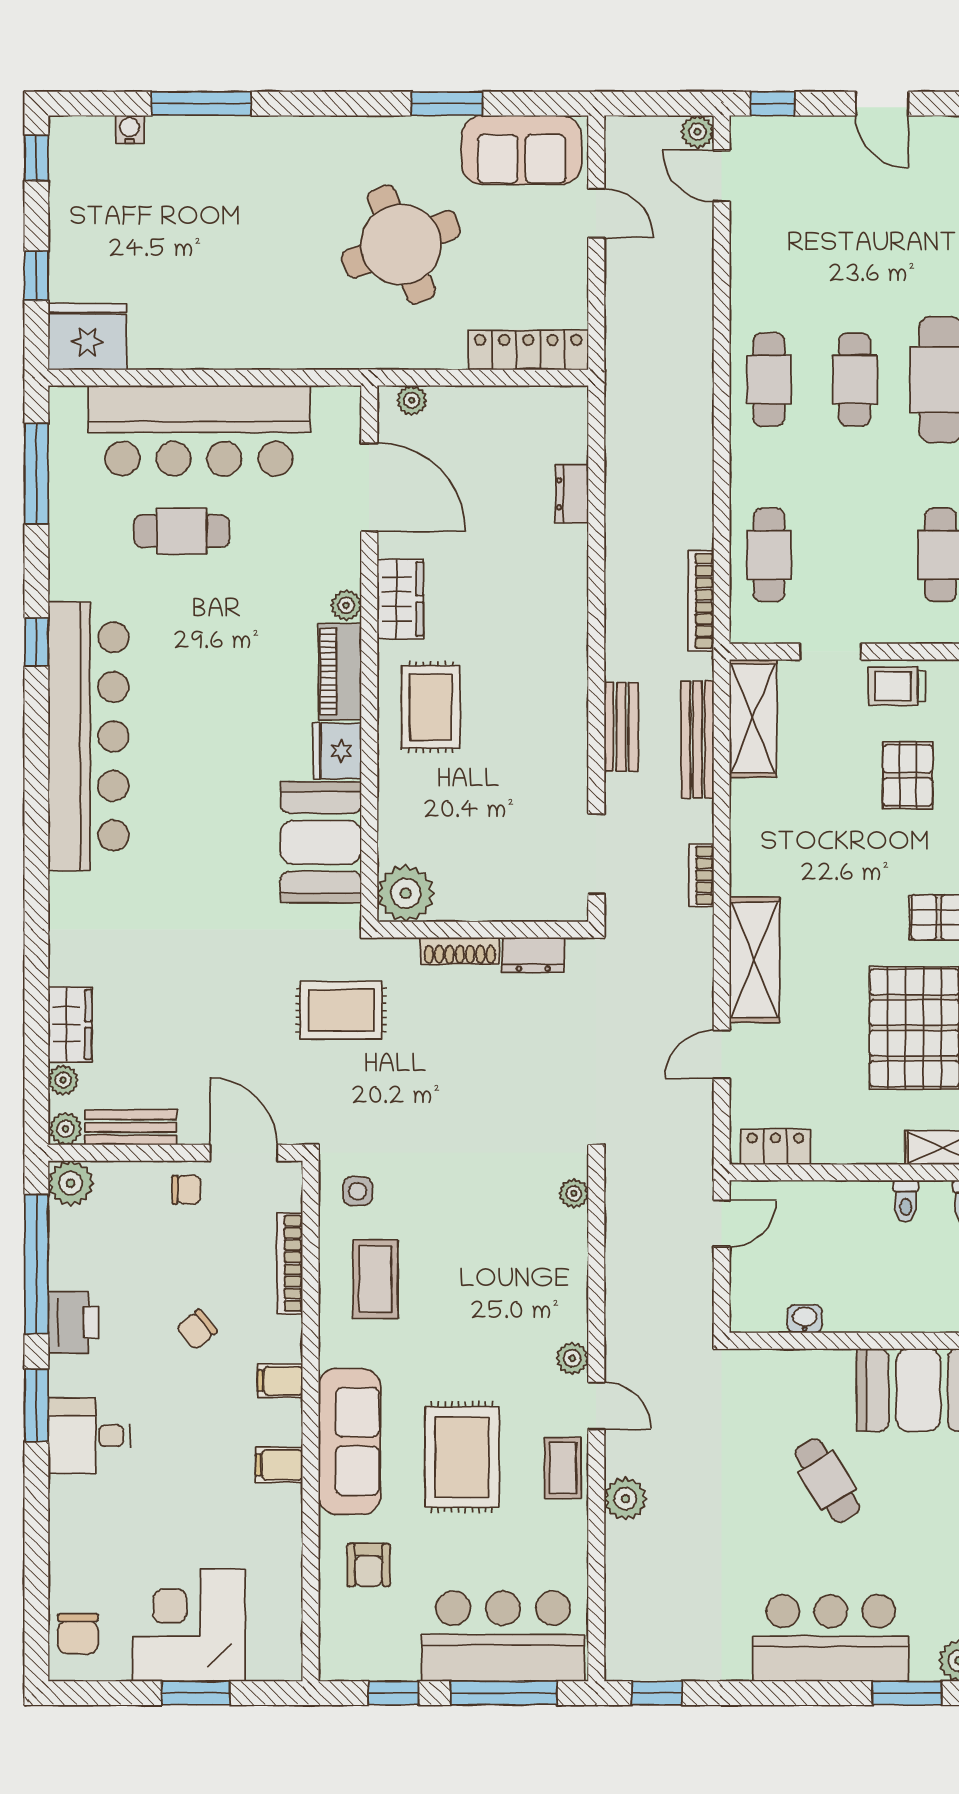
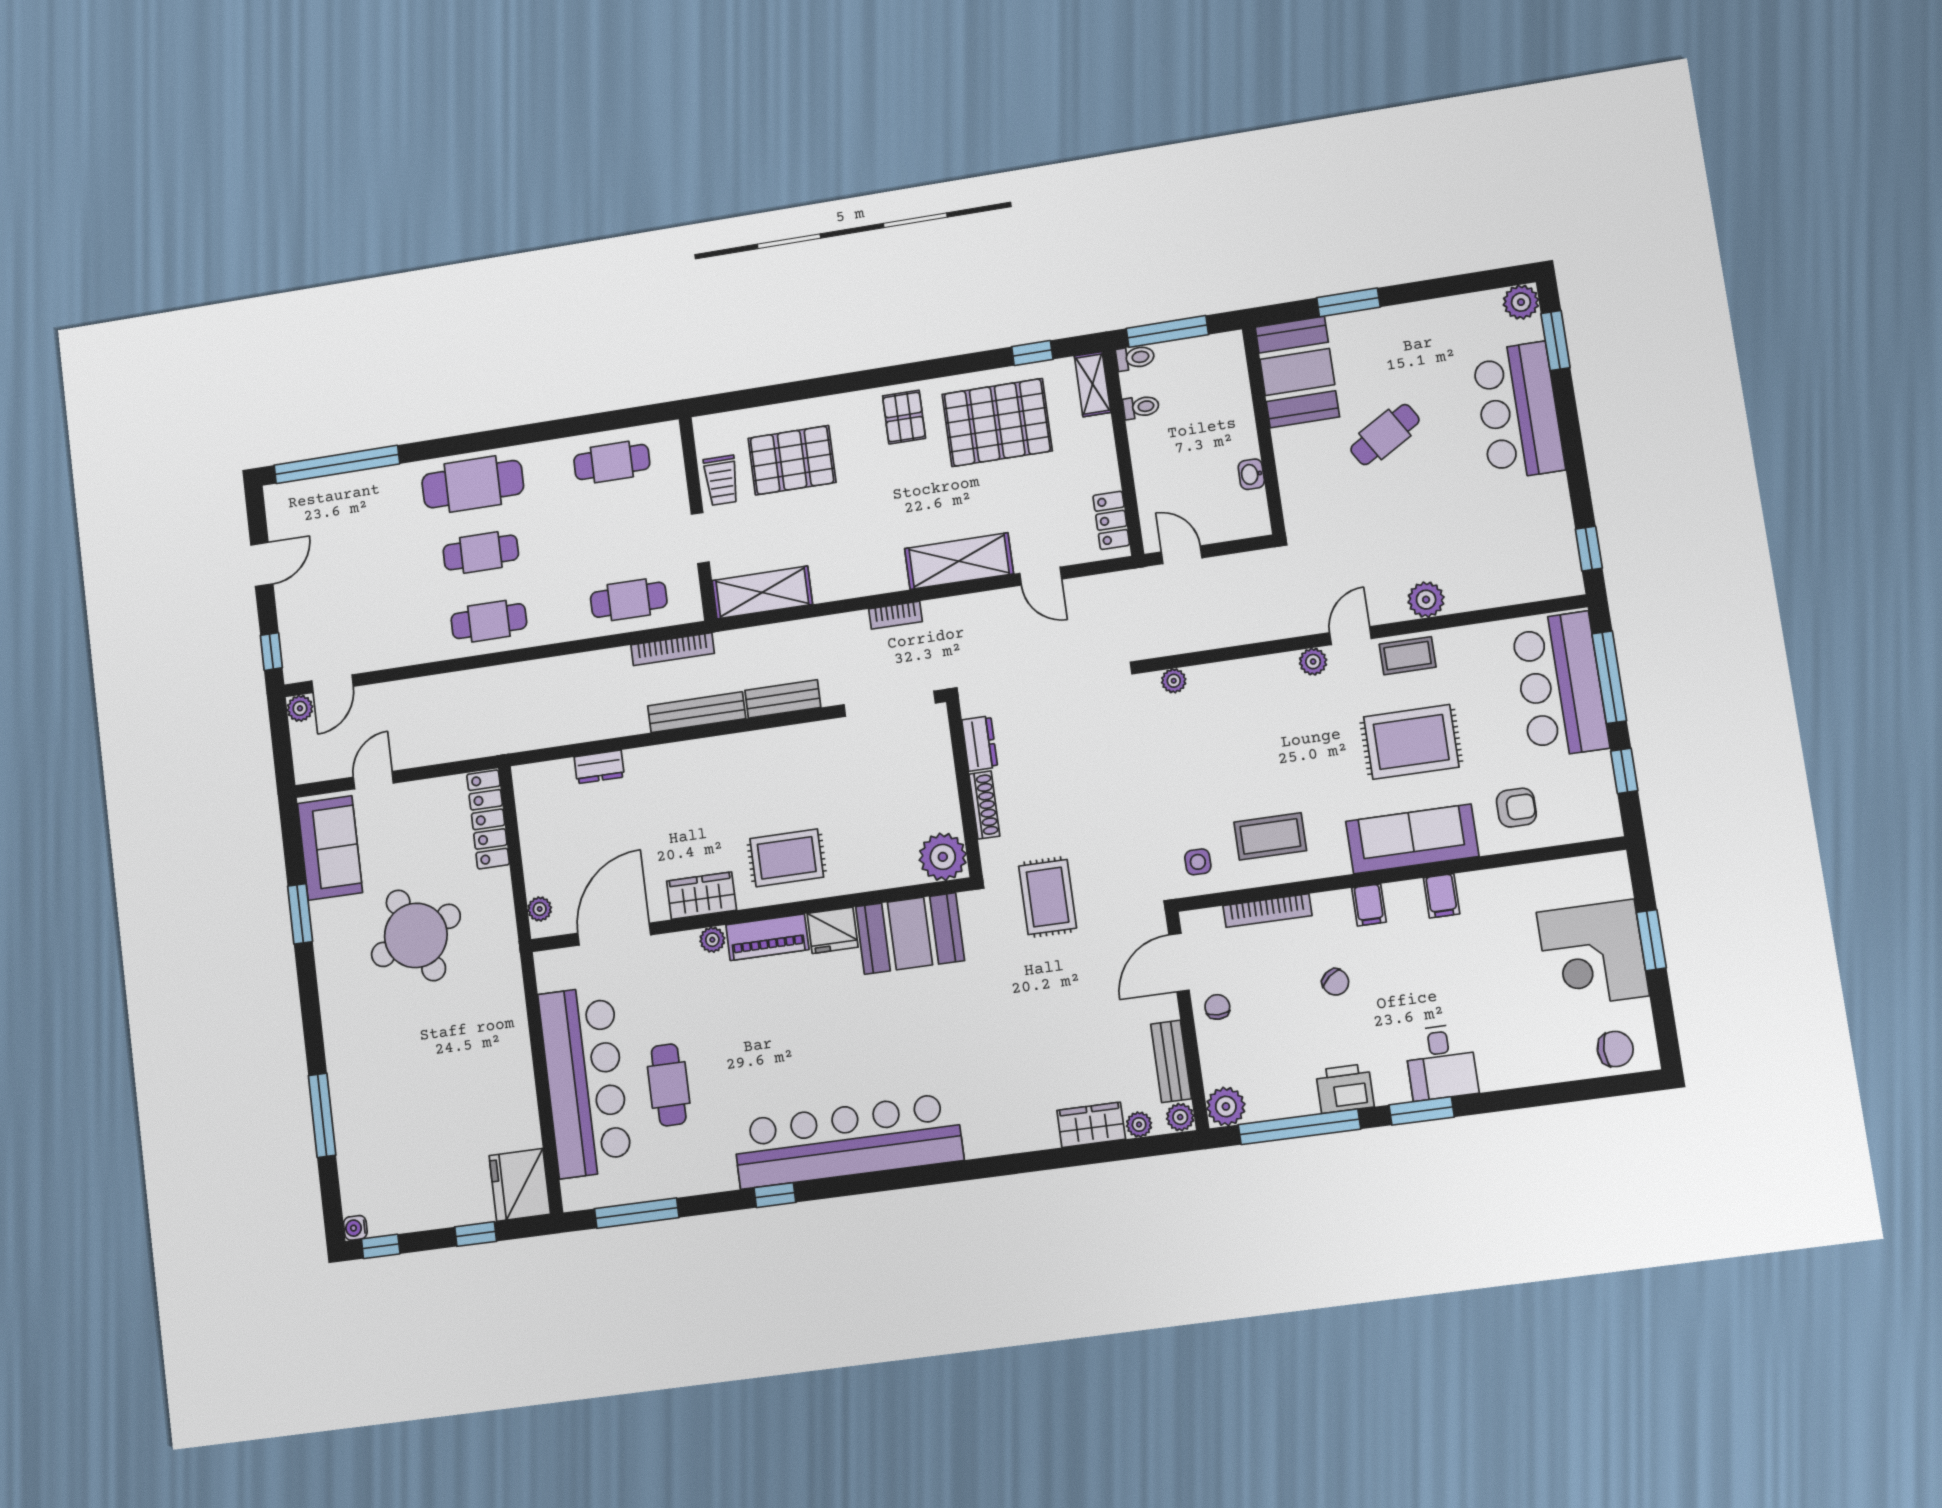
water cooler: (130, 129) -> (355, 1228), moved
bench: (697, 740) -> (697, 712), moved
pallet: (908, 775) -> (792, 460), width x1.50, depth x1.42
doorway: (596, 854) -> (890, 704), width x1.36

